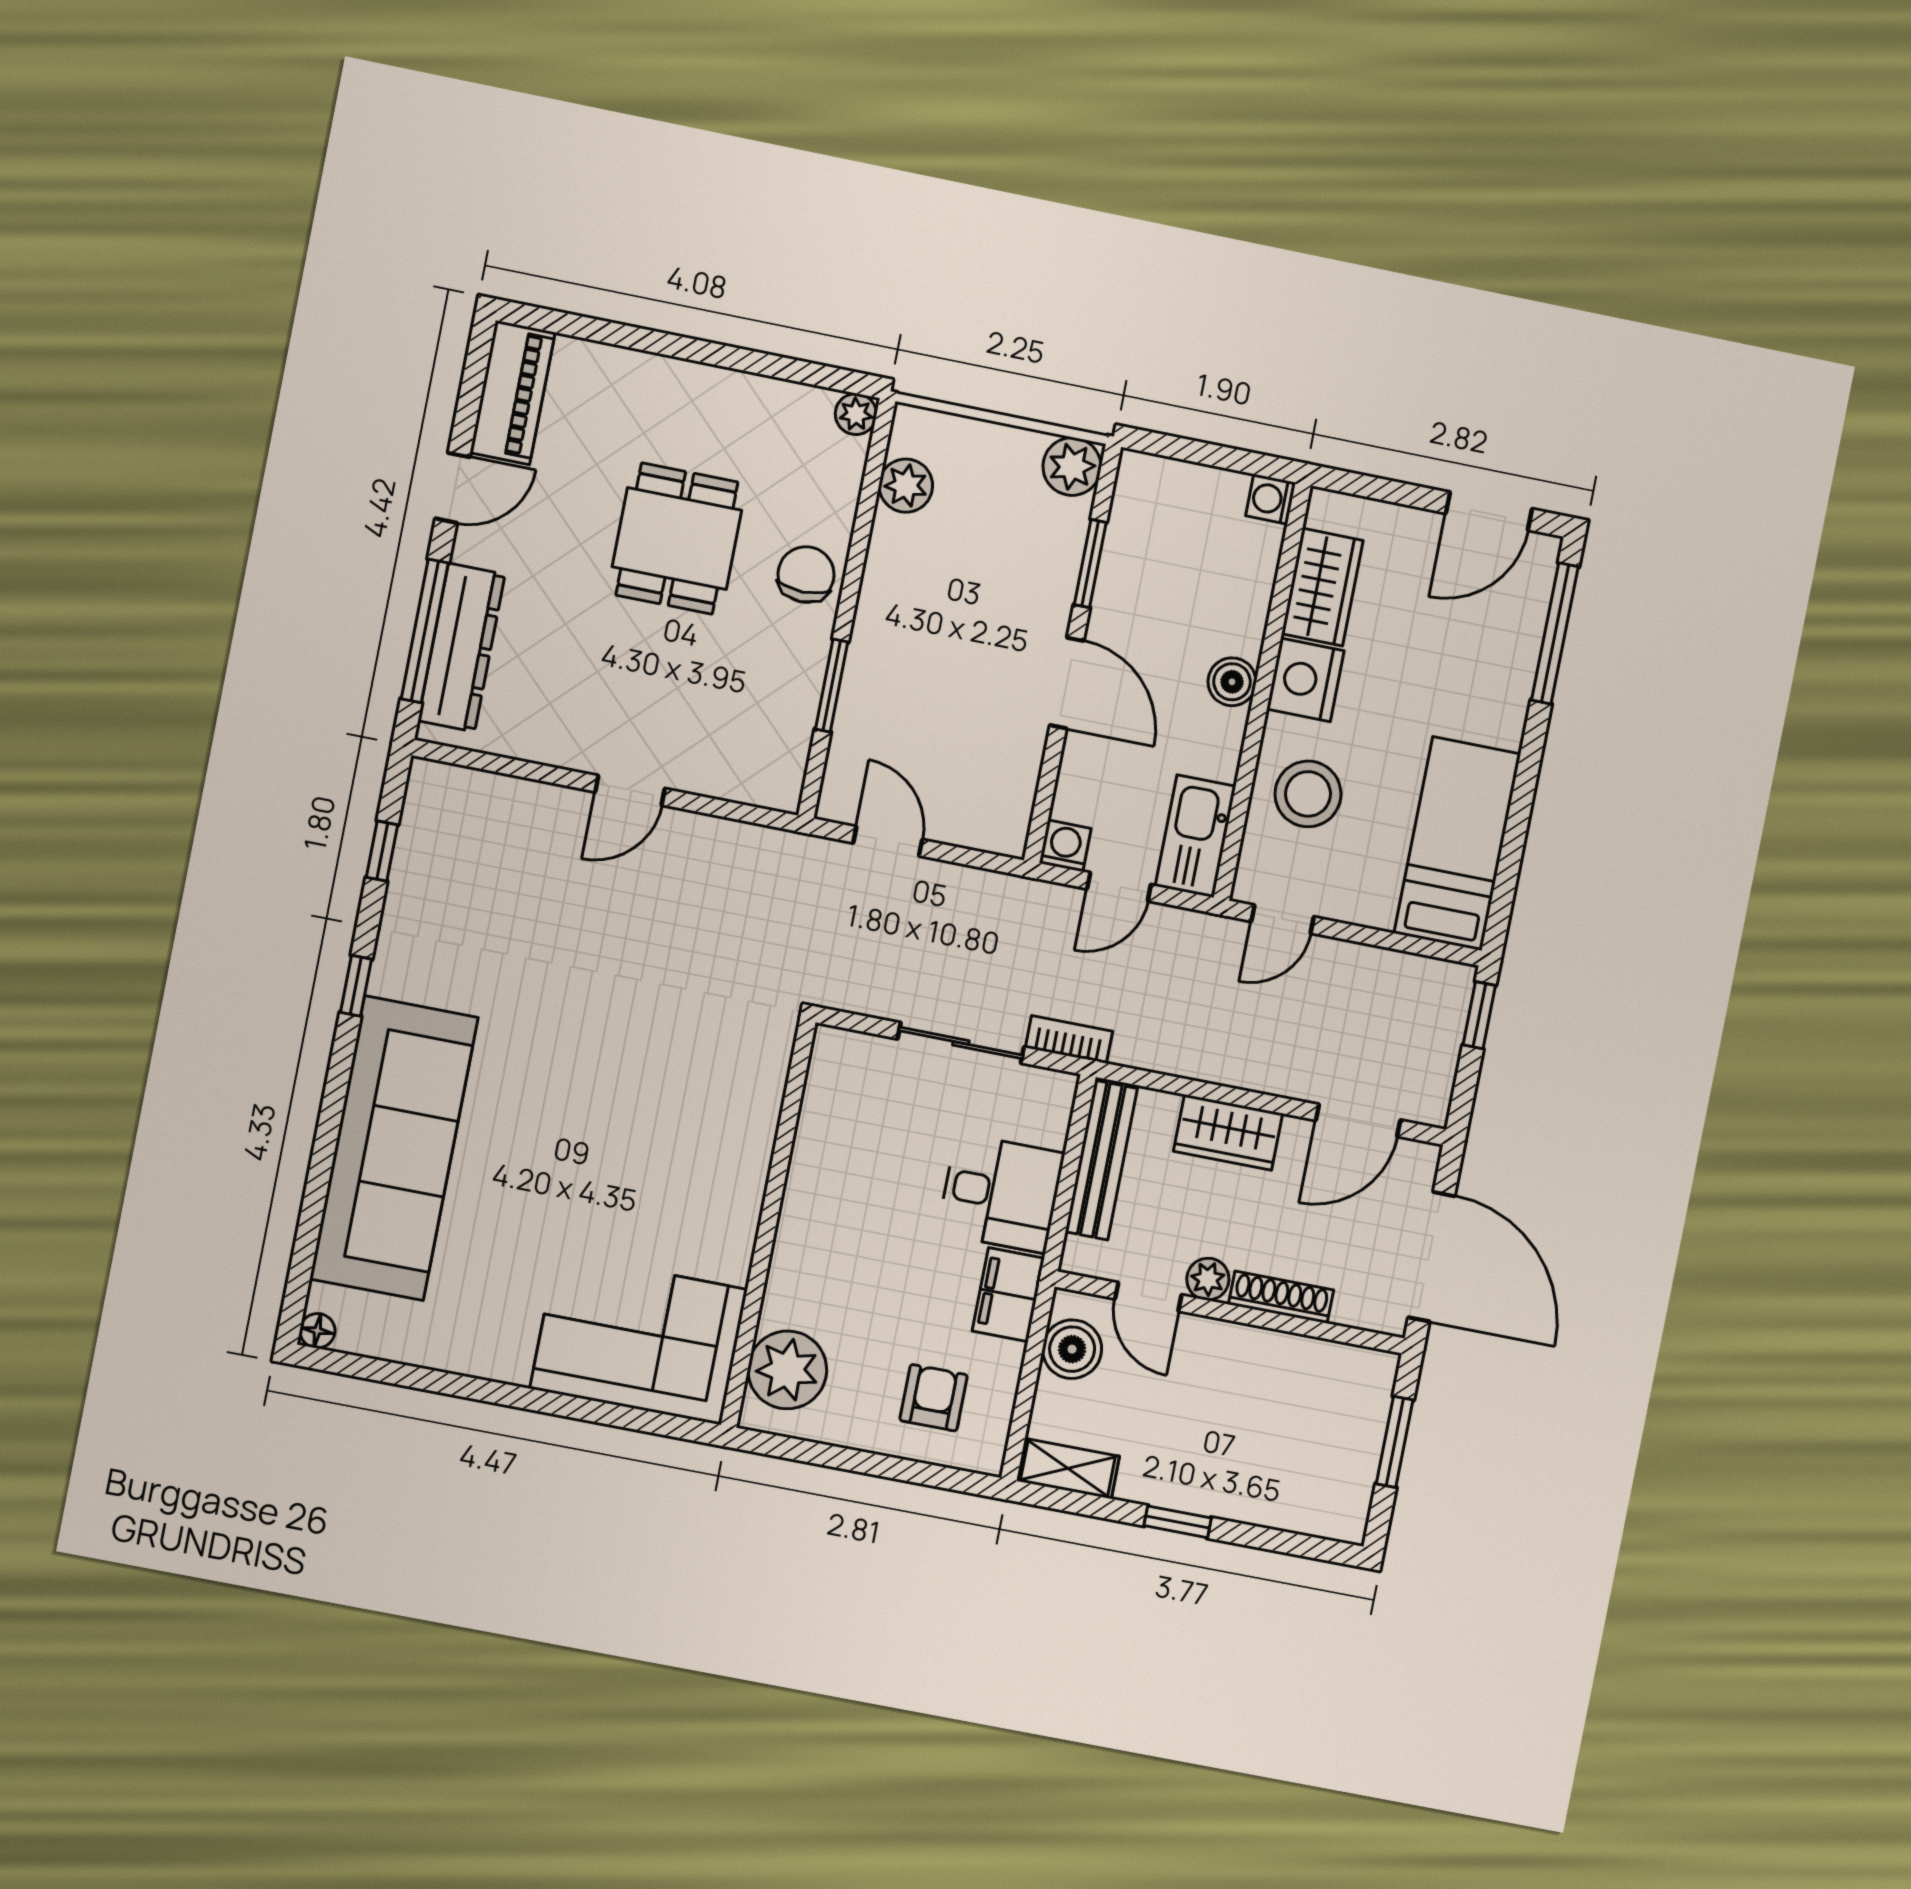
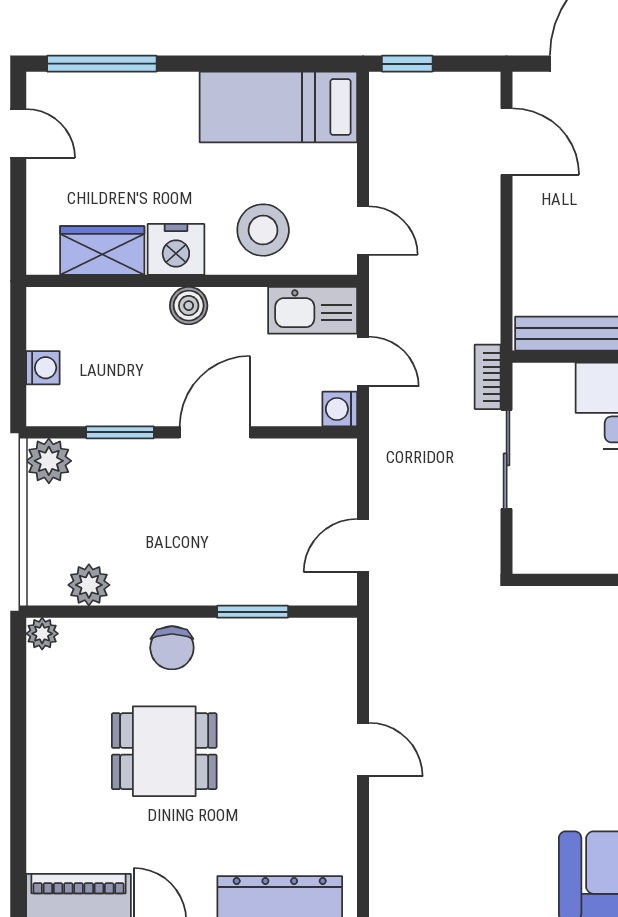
washing machine: (1271, 499) -> (43, 368), moved, turned -90
door: (1489, 511) -> (18, 133), width x0.73
chair: (806, 575) -> (172, 648), turned -90
wardrobe: (1228, 1132) -> (535, 240), removed

